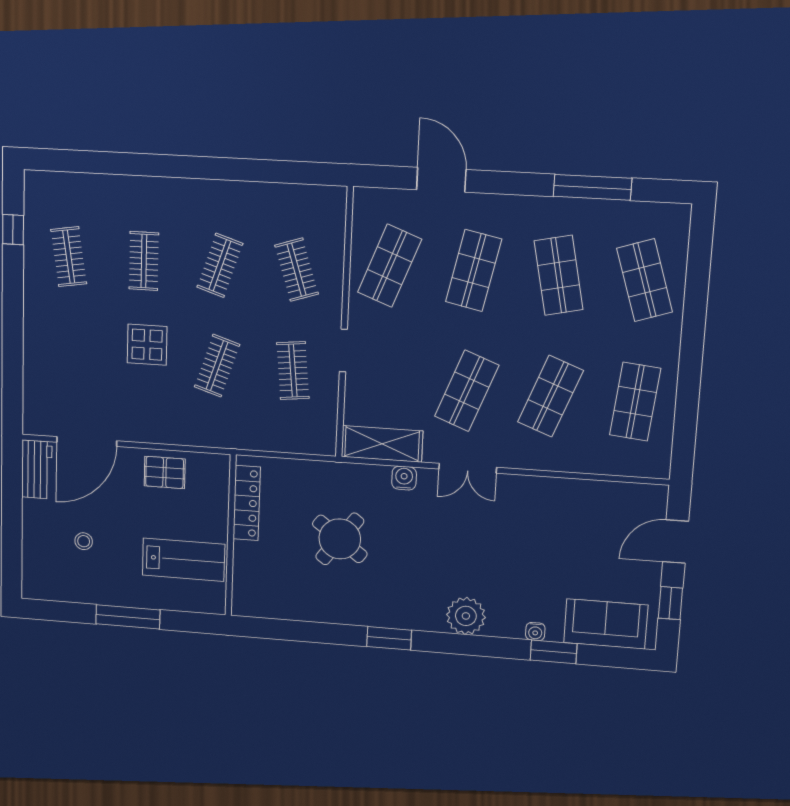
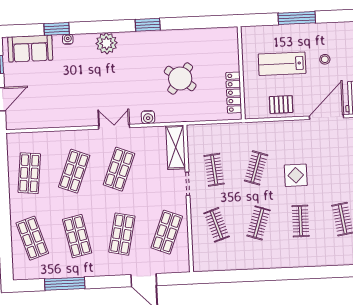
shelving: (382, 444) -> (176, 147), moved, turned 90
lab bench: (183, 560) -> (282, 64), moved

